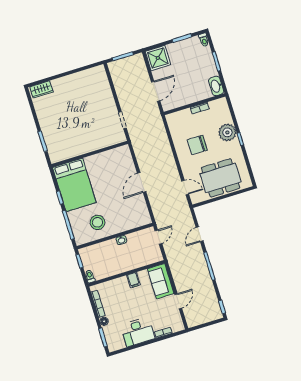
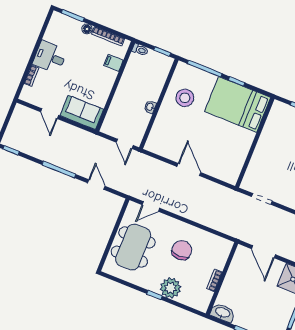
filing cabinet: (133, 280) -> (113, 63), moved
desk: (138, 332) -> (50, 57), width x0.73

